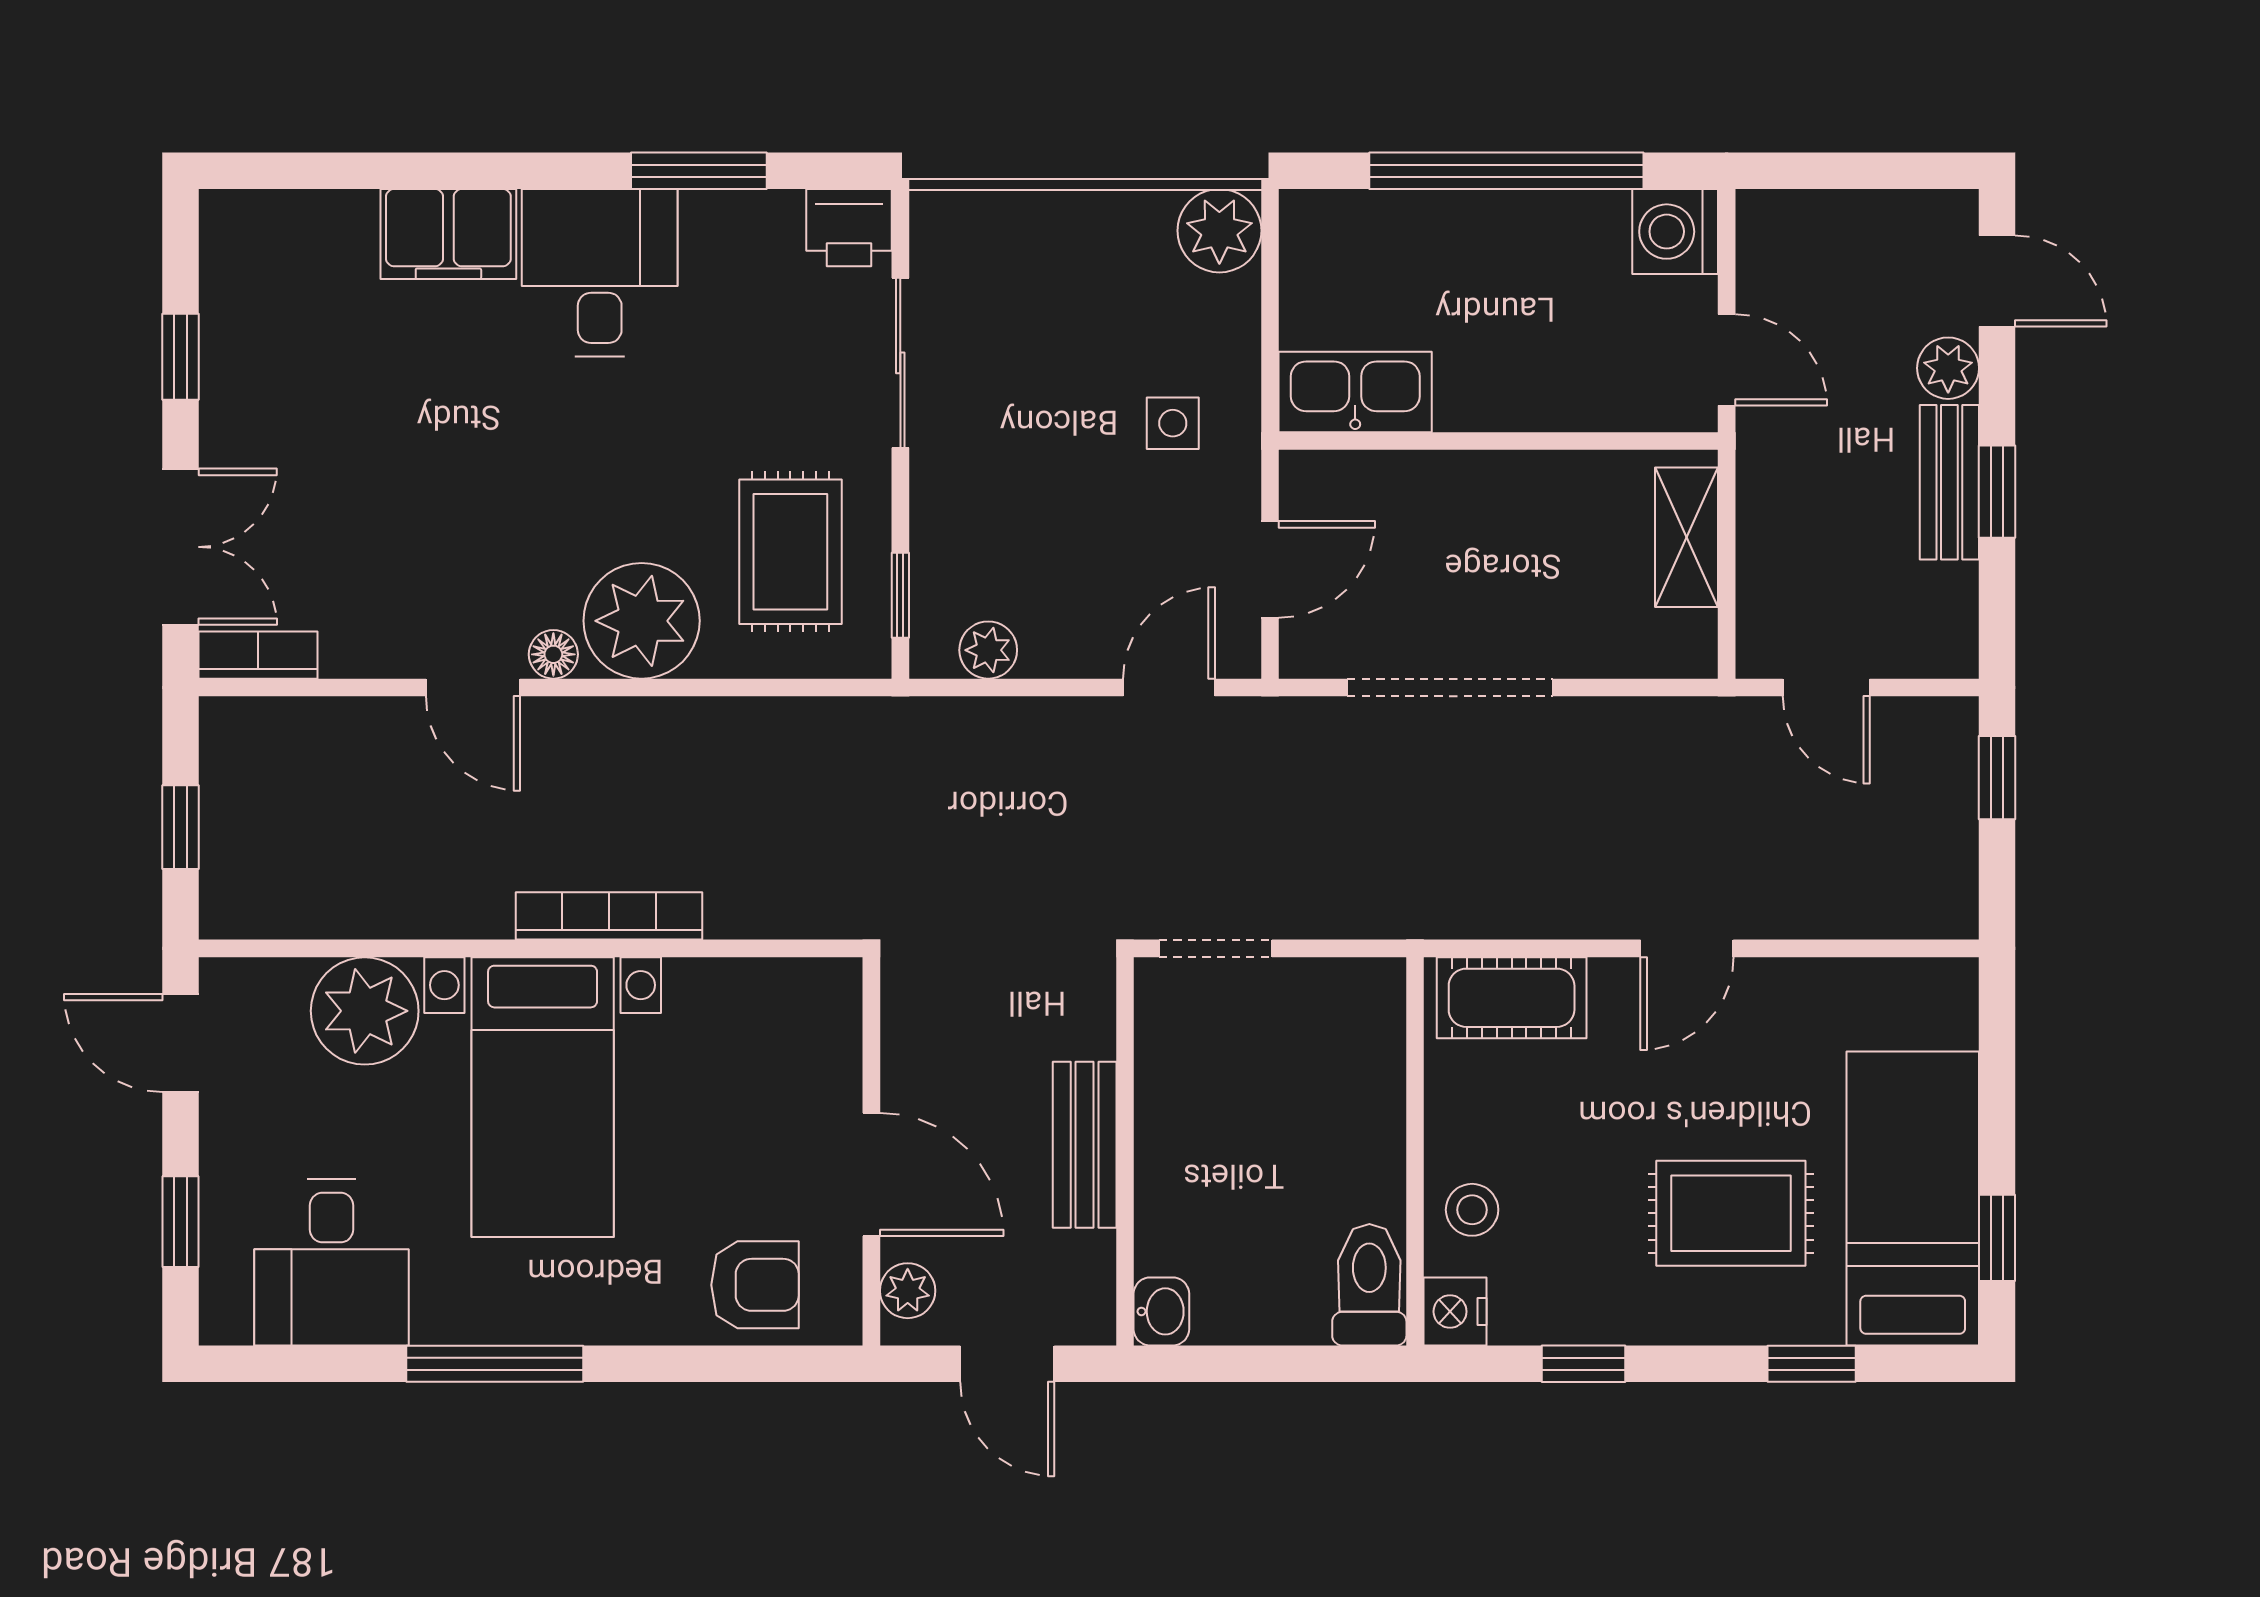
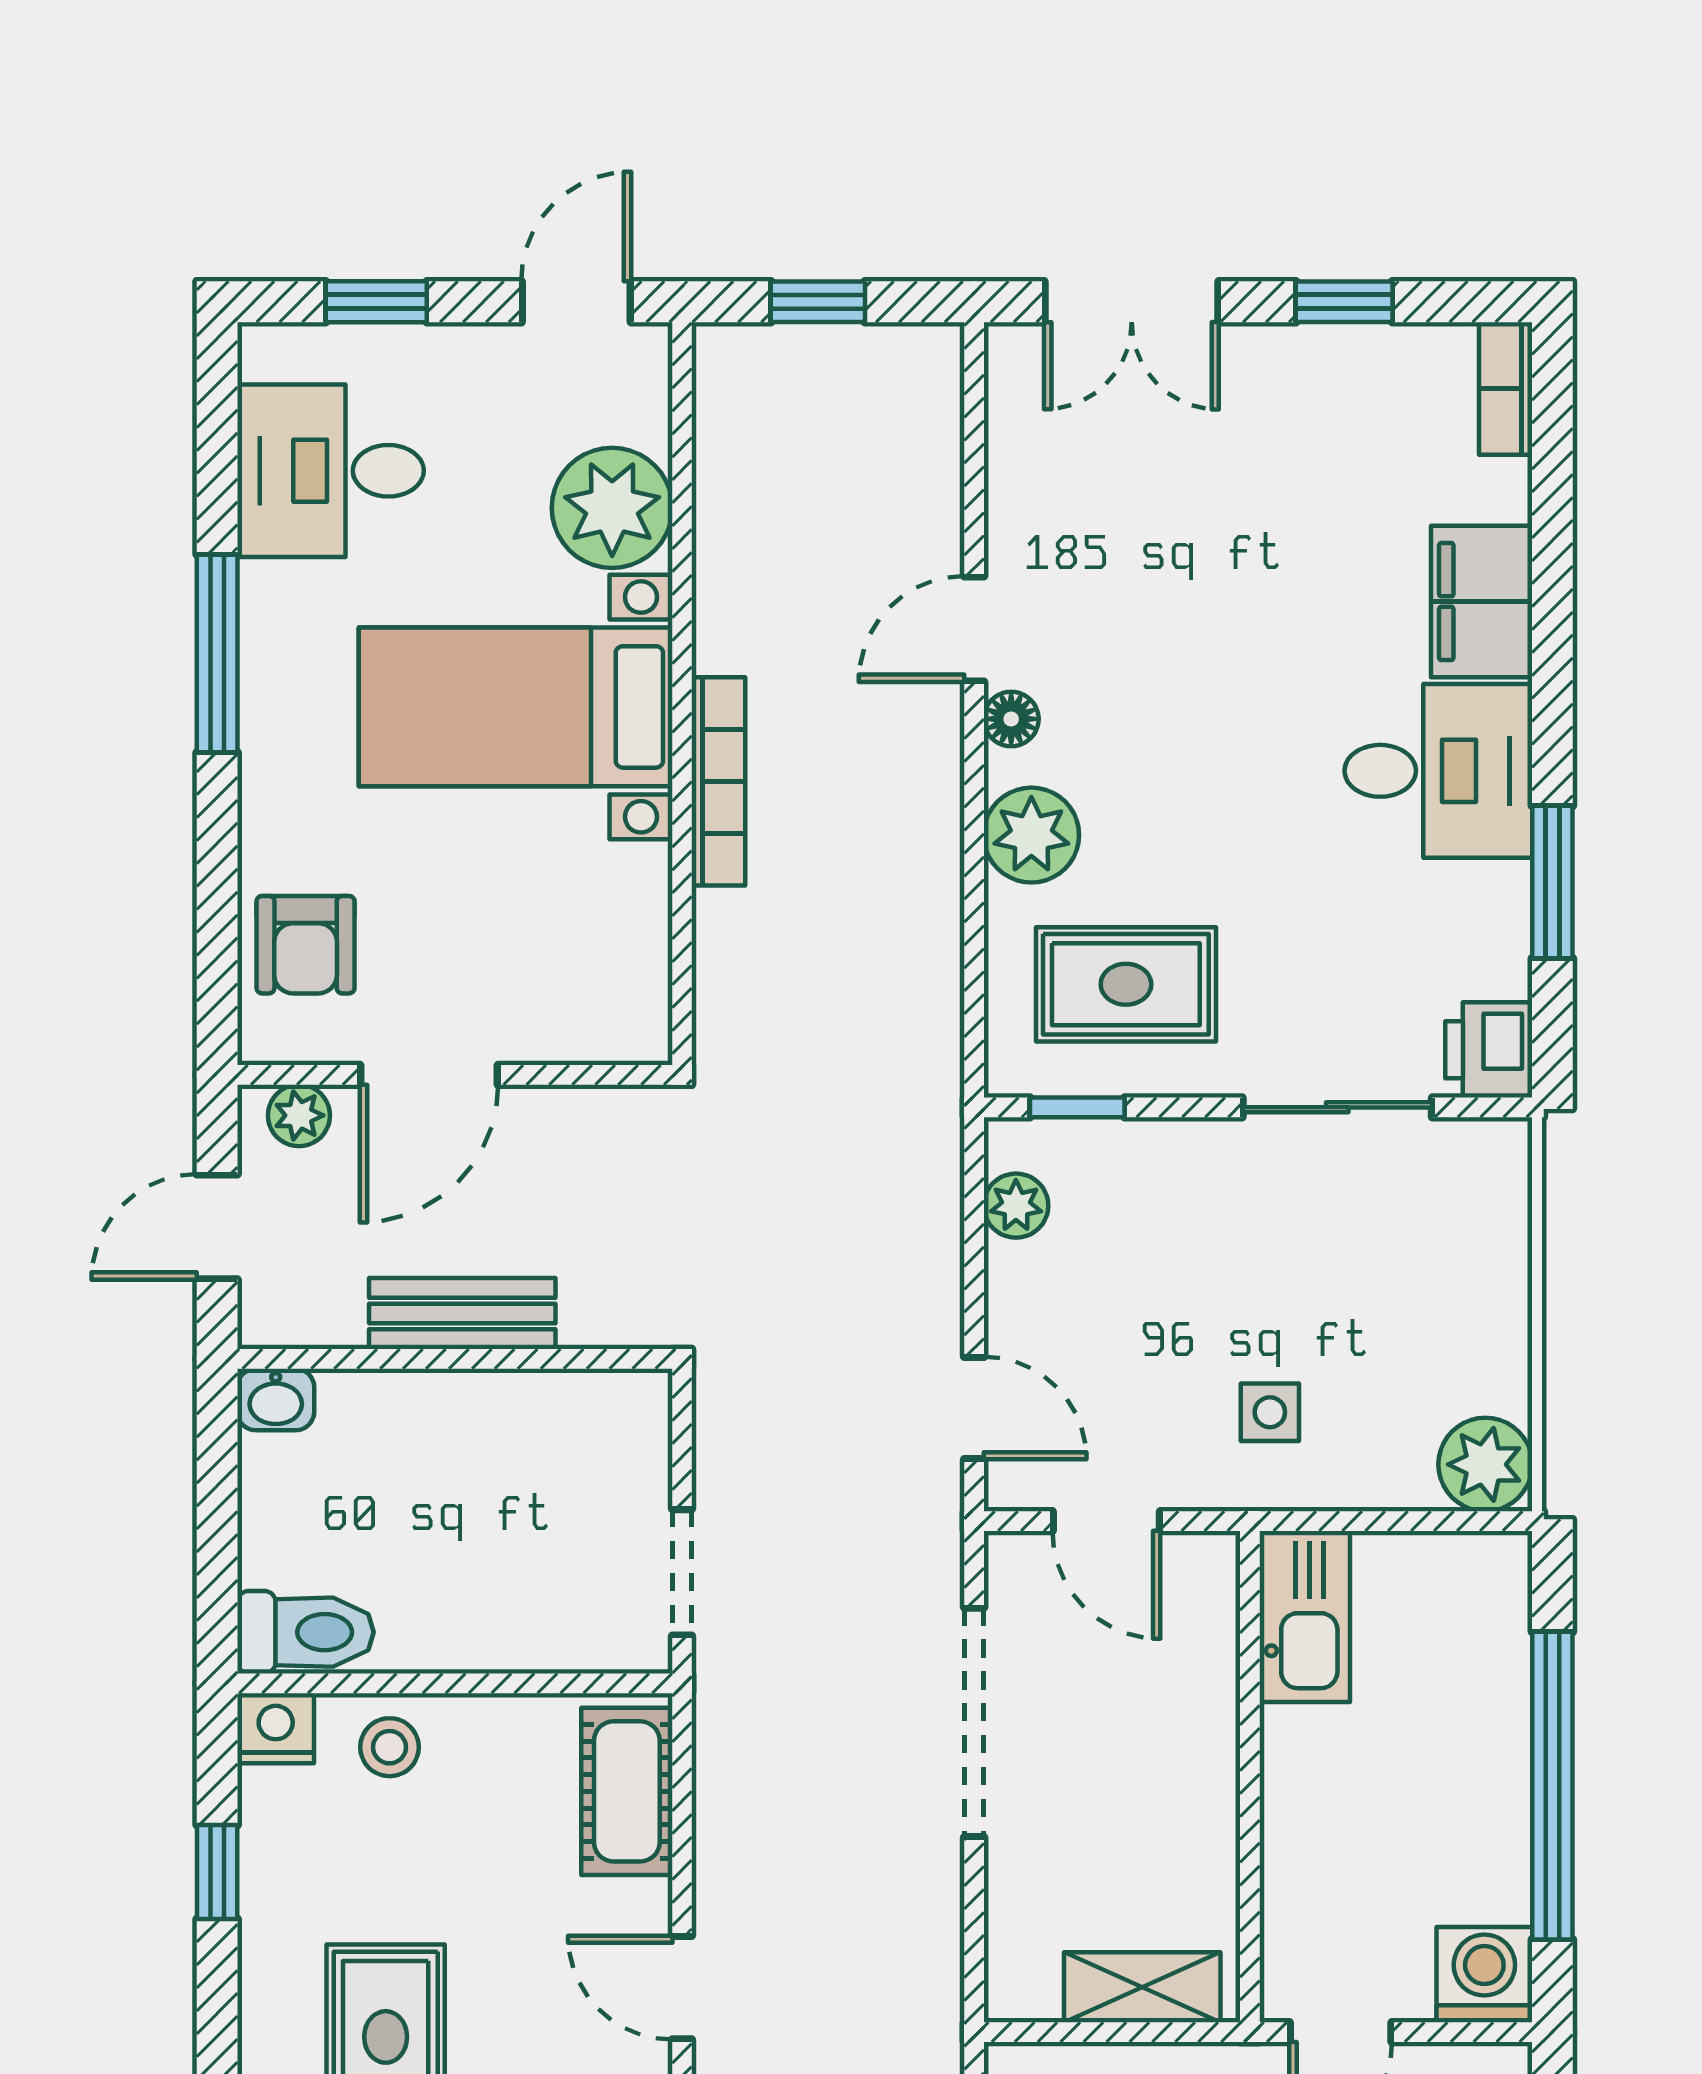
plant: (642, 621) -> (1031, 835), width x0.73, depth x0.73
bookcase: (258, 655) -> (1506, 388), moved, turned 180
doorway: (1215, 948) -> (682, 1572), moved

